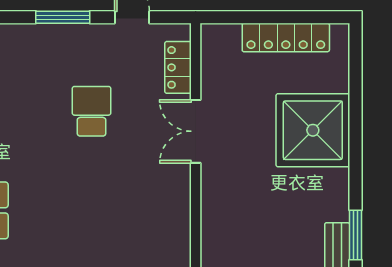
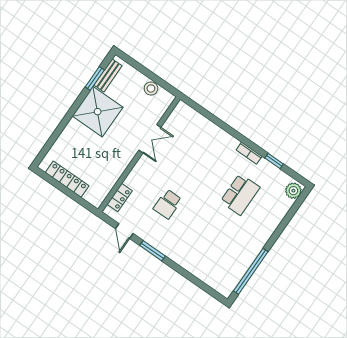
shower: (313, 130) -> (98, 112), moved
double door: (196, 131) -> (150, 139), moved

